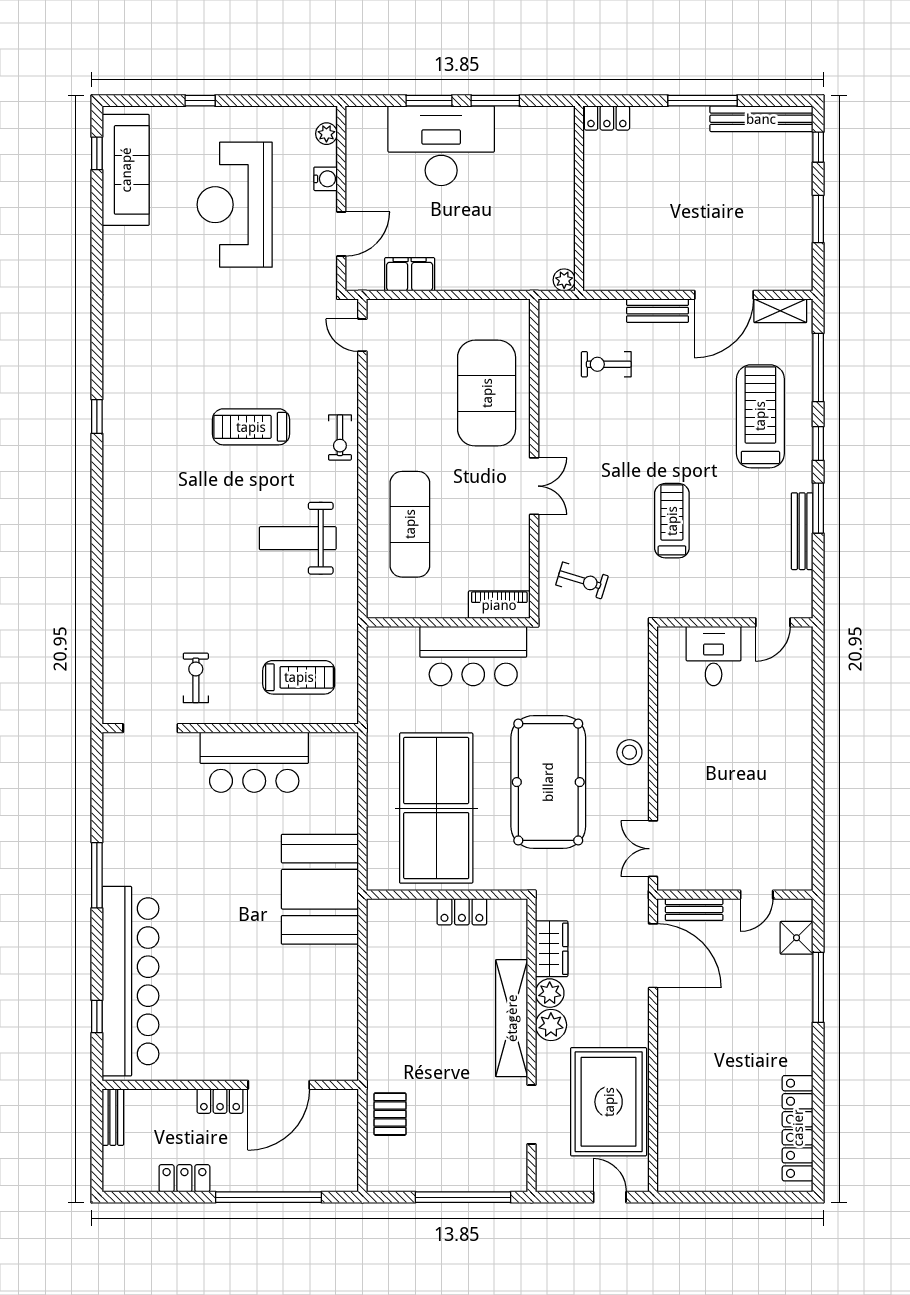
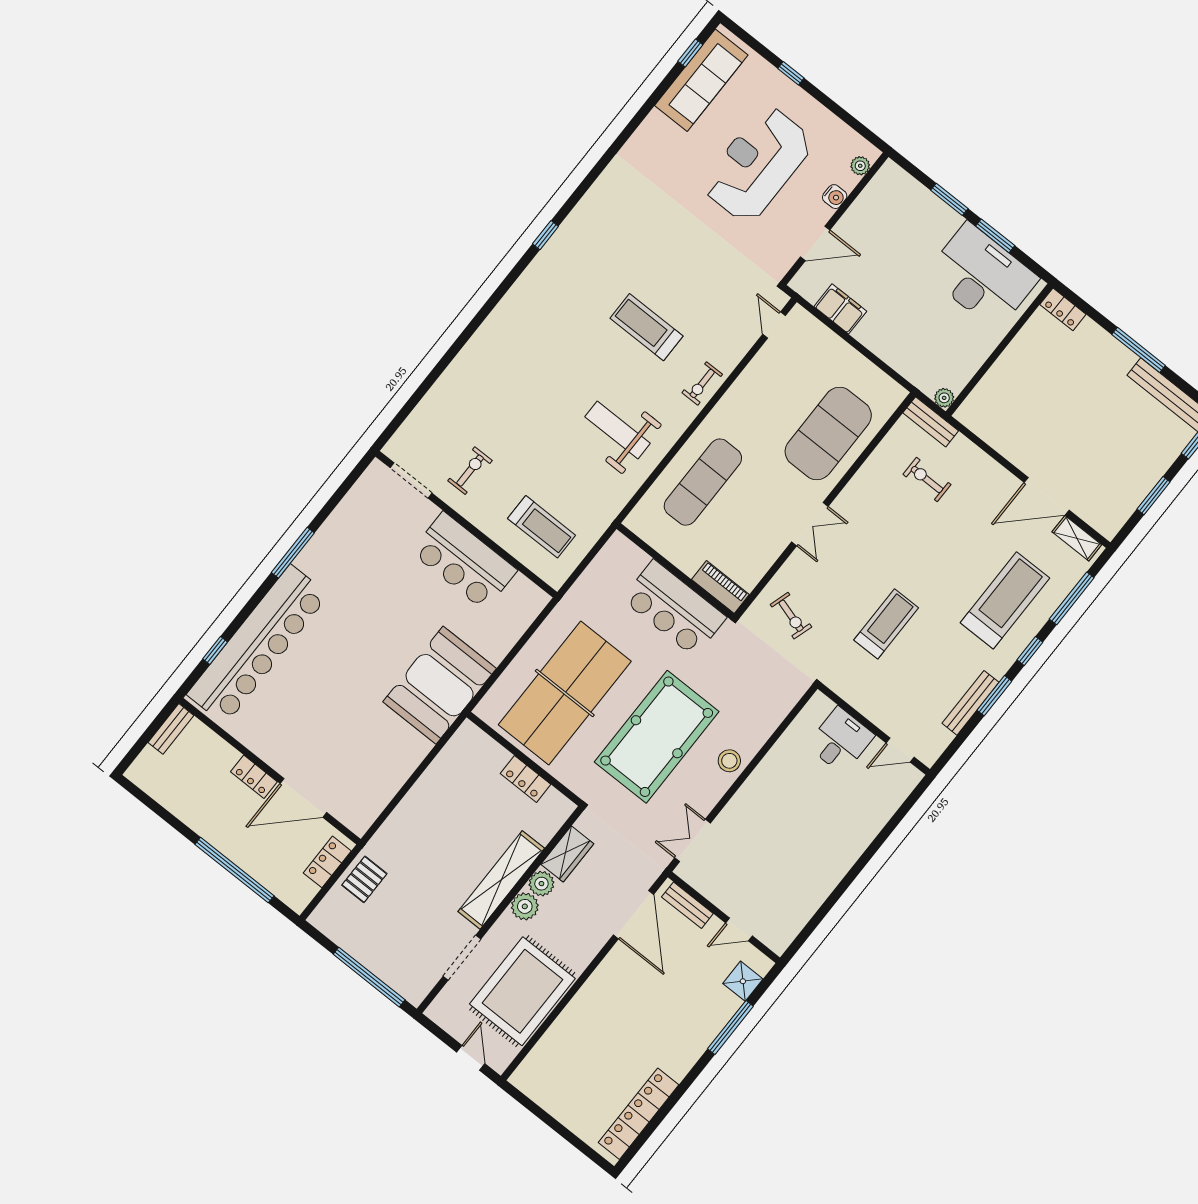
desk: (441, 146) -> (982, 276), moved
bench: (657, 311) -> (931, 422), moved
locker: (184, 1178) -> (327, 862), moved, turned -90

